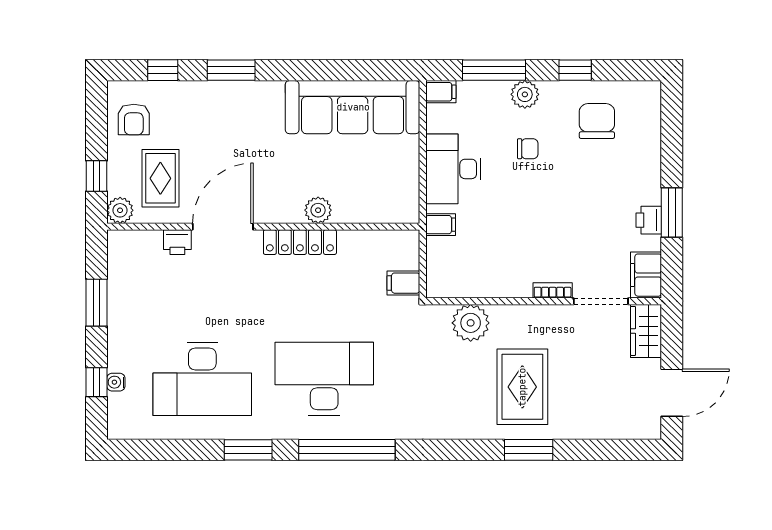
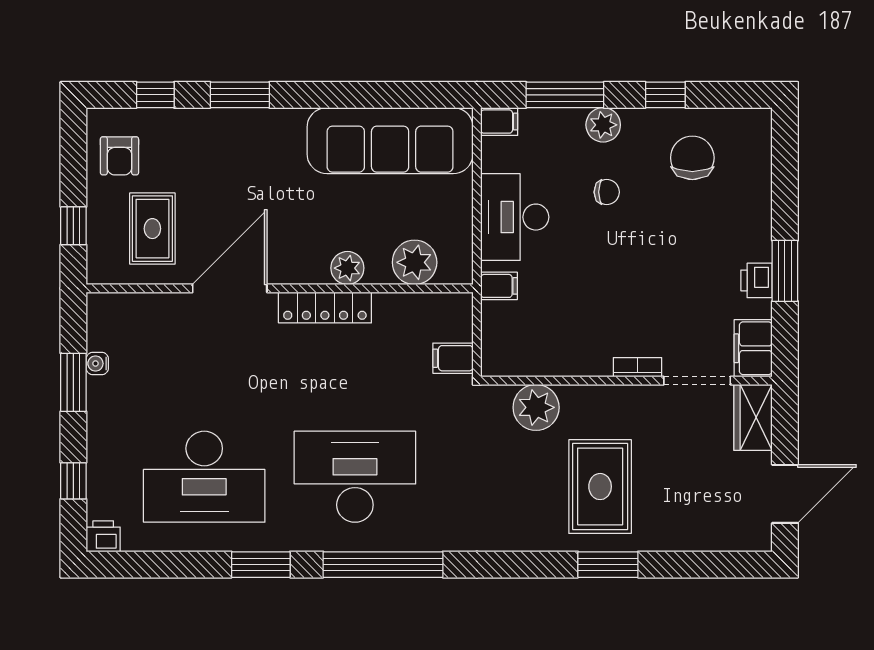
plant: (120, 210) -> (415, 262), moved, width x1.36, depth x1.36
printer: (177, 242) -> (103, 536), moved, turned 180
water cooler: (116, 382) -> (97, 364), moved

